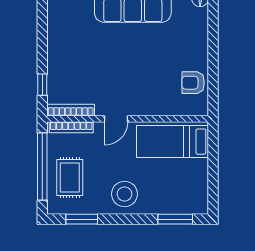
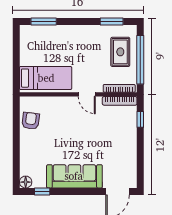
armchair: (193, 83) -> (31, 121), turned -83
door: (116, 119) -> (87, 94), swing flipped
stool: (125, 194) -> (80, 40), removed

